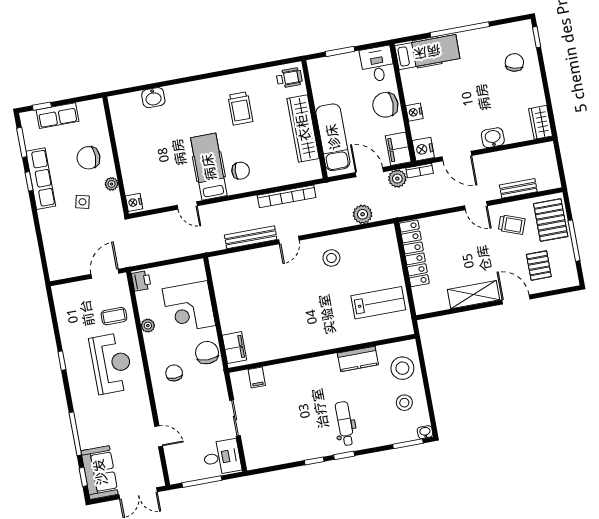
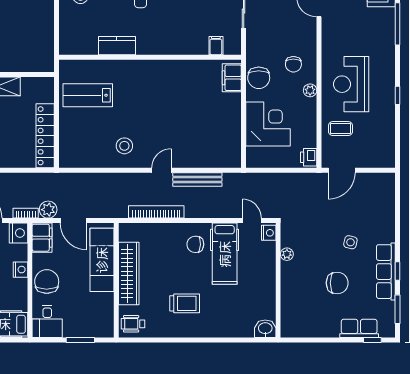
chair: (385, 105) -> (47, 282), turned -90
trolley: (240, 108) -> (185, 303), turned 90
wall: (116, 156) -> (278, 280), moved
plant: (112, 184) -> (287, 254), moved
nightstand: (134, 202) -> (269, 233), moved
plant: (363, 214) -> (87, 182), removed
plant: (148, 326) -> (310, 90), moved
stool: (402, 368) -> (76, 29), removed

